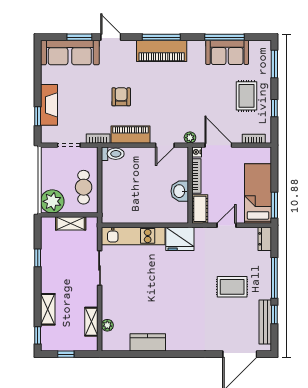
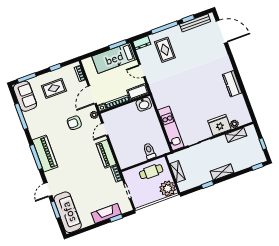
sofa: (227, 52) -> (25, 96), moved
armchair: (121, 97) -> (74, 123), moved
door: (165, 145) -> (105, 129), swing flipped
toilet: (113, 154) -> (149, 151), moved
washbasin: (180, 191) -> (144, 104), moved
fridge: (180, 239) -> (219, 125), moved, turned -90
rug: (232, 287) -> (165, 50), moved
shelving: (48, 309) -> (222, 172), moved
kitchen counter: (148, 342) -> (232, 84), moved

